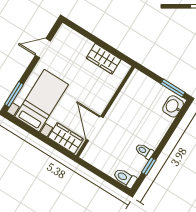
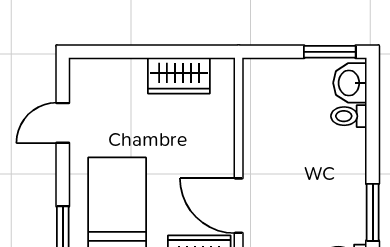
toilet: (144, 151) -> (349, 116), moved
window: (149, 166) -> (373, 212), width x1.50

